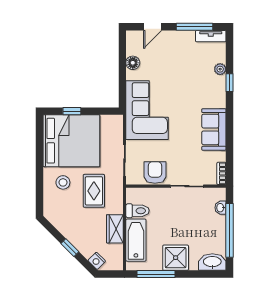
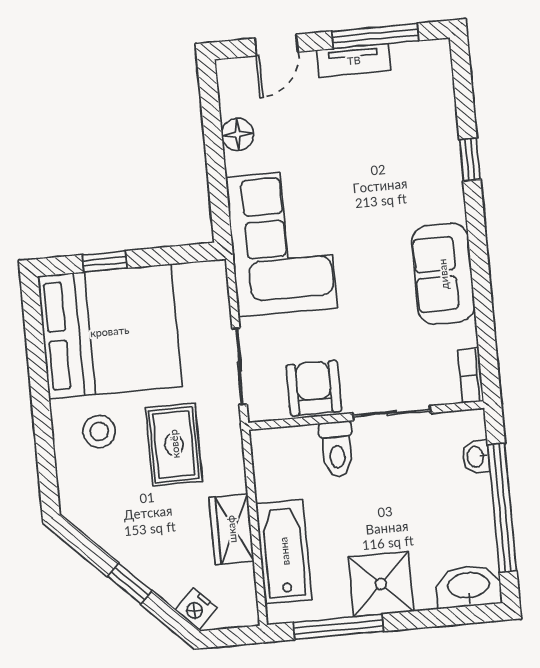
tv unit: (211, 36) -> (354, 60), moved
plant: (220, 69) -> (445, 130), removed
toilet: (138, 211) -> (337, 449), moved, turned 90

